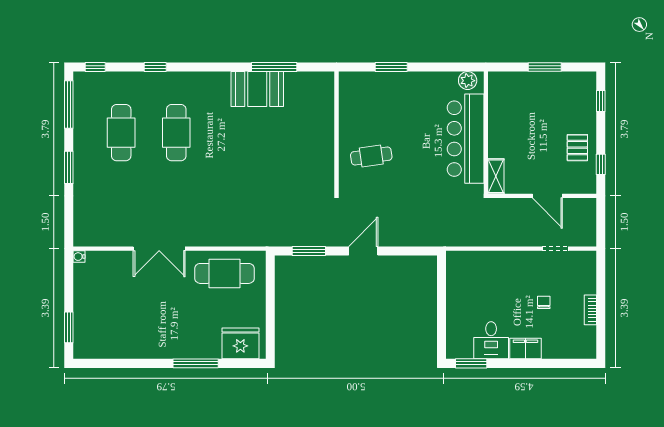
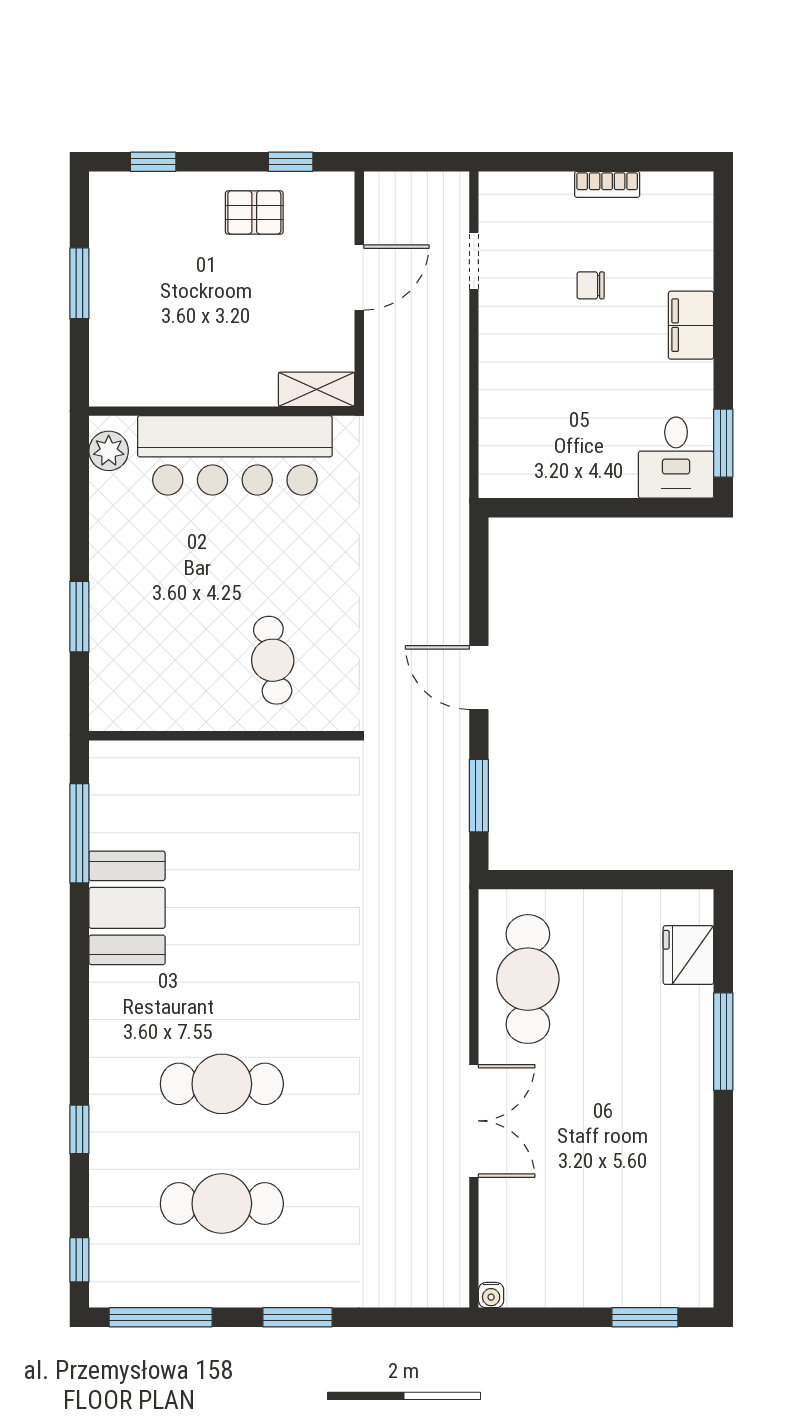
window: (274, 67) -> (79, 833), moved
desk: (491, 340) -> (676, 458), moved, turned 90
fridge: (240, 343) -> (688, 955), width x0.73, depth x0.75

